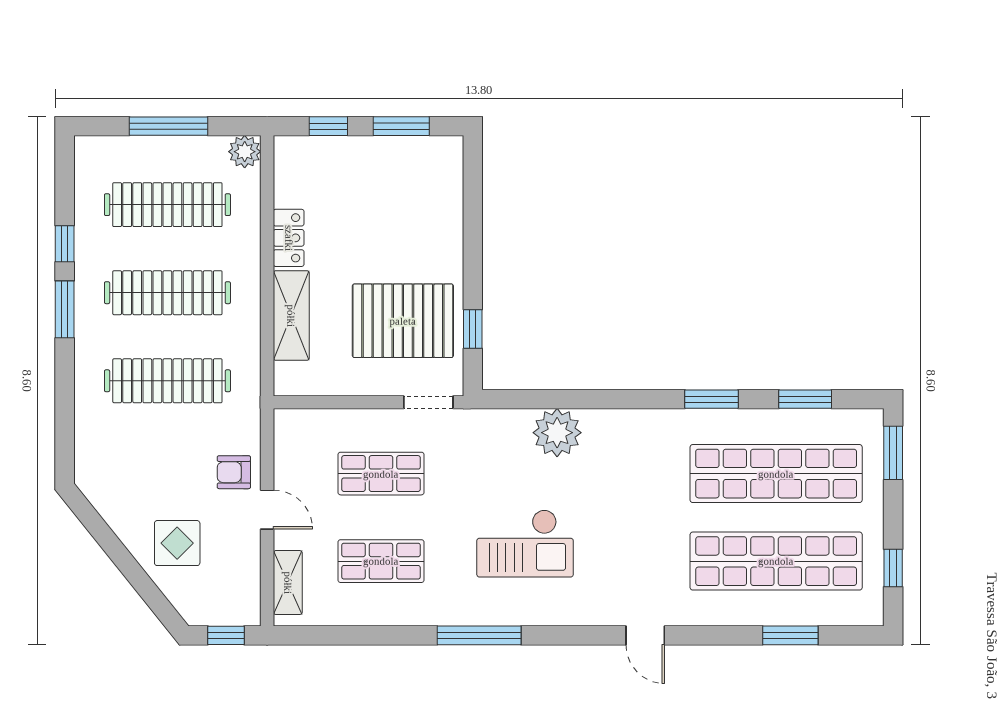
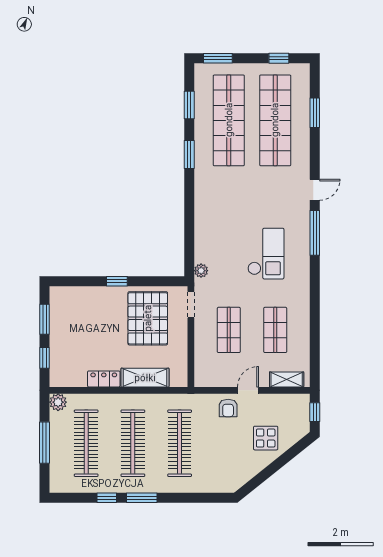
window: (473, 329) -> (117, 281), moved
plant: (557, 433) -> (201, 271), moved, width x0.53, depth x0.53
window: (479, 635) -> (315, 233), moved

